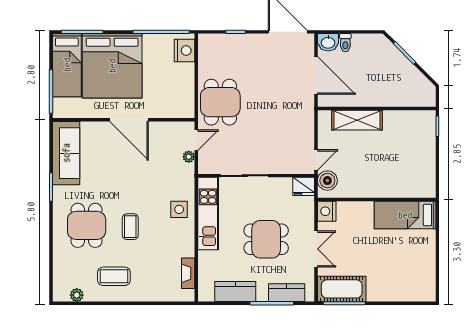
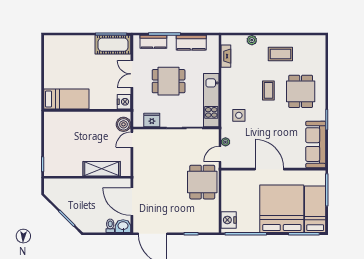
fridge: (304, 186) -> (152, 120), moved
side table: (179, 209) -> (239, 115), moved
plant: (77, 295) -> (252, 40), moved

